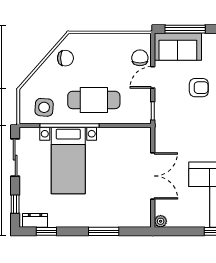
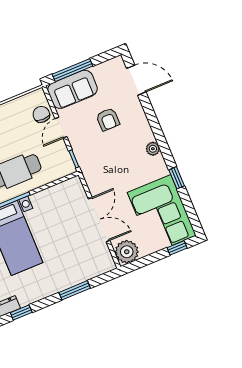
armchair: (199, 88) -> (108, 119), turned 90
plant: (161, 221) -> (127, 252), width x1.88, depth x1.88

